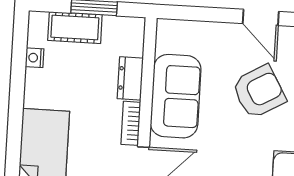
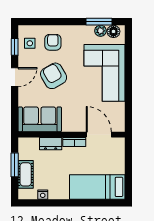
sofa: (176, 96) -> (40, 119), moved

